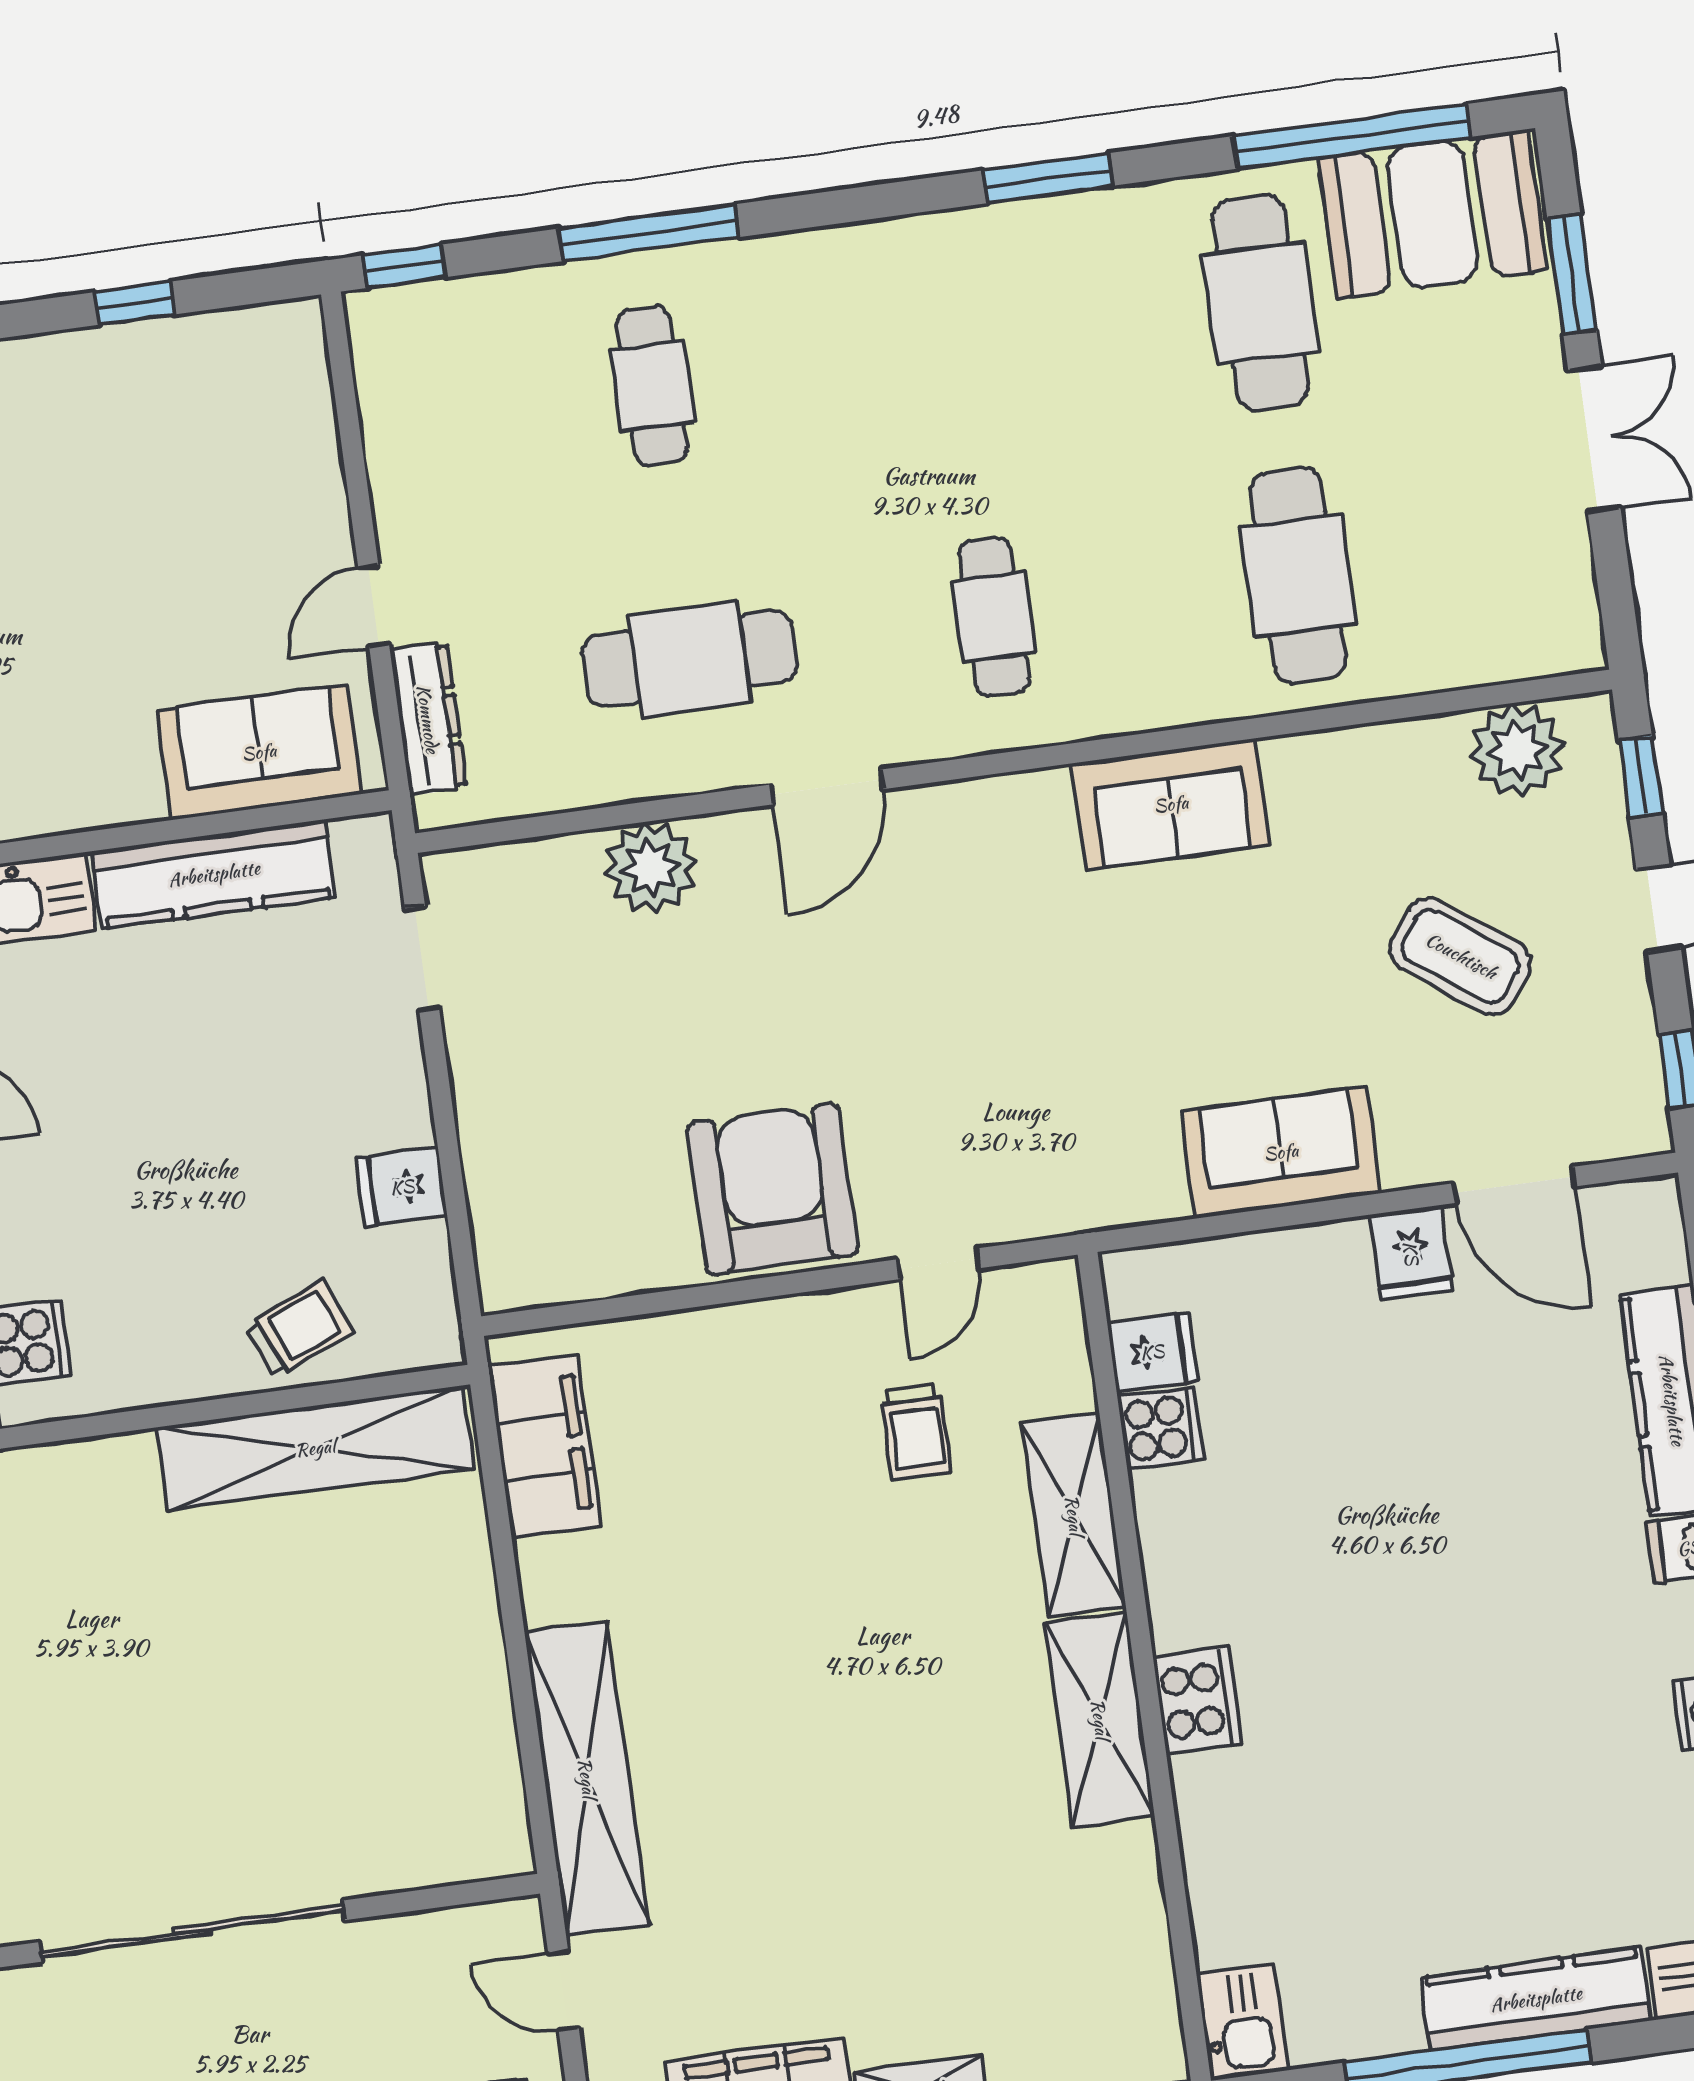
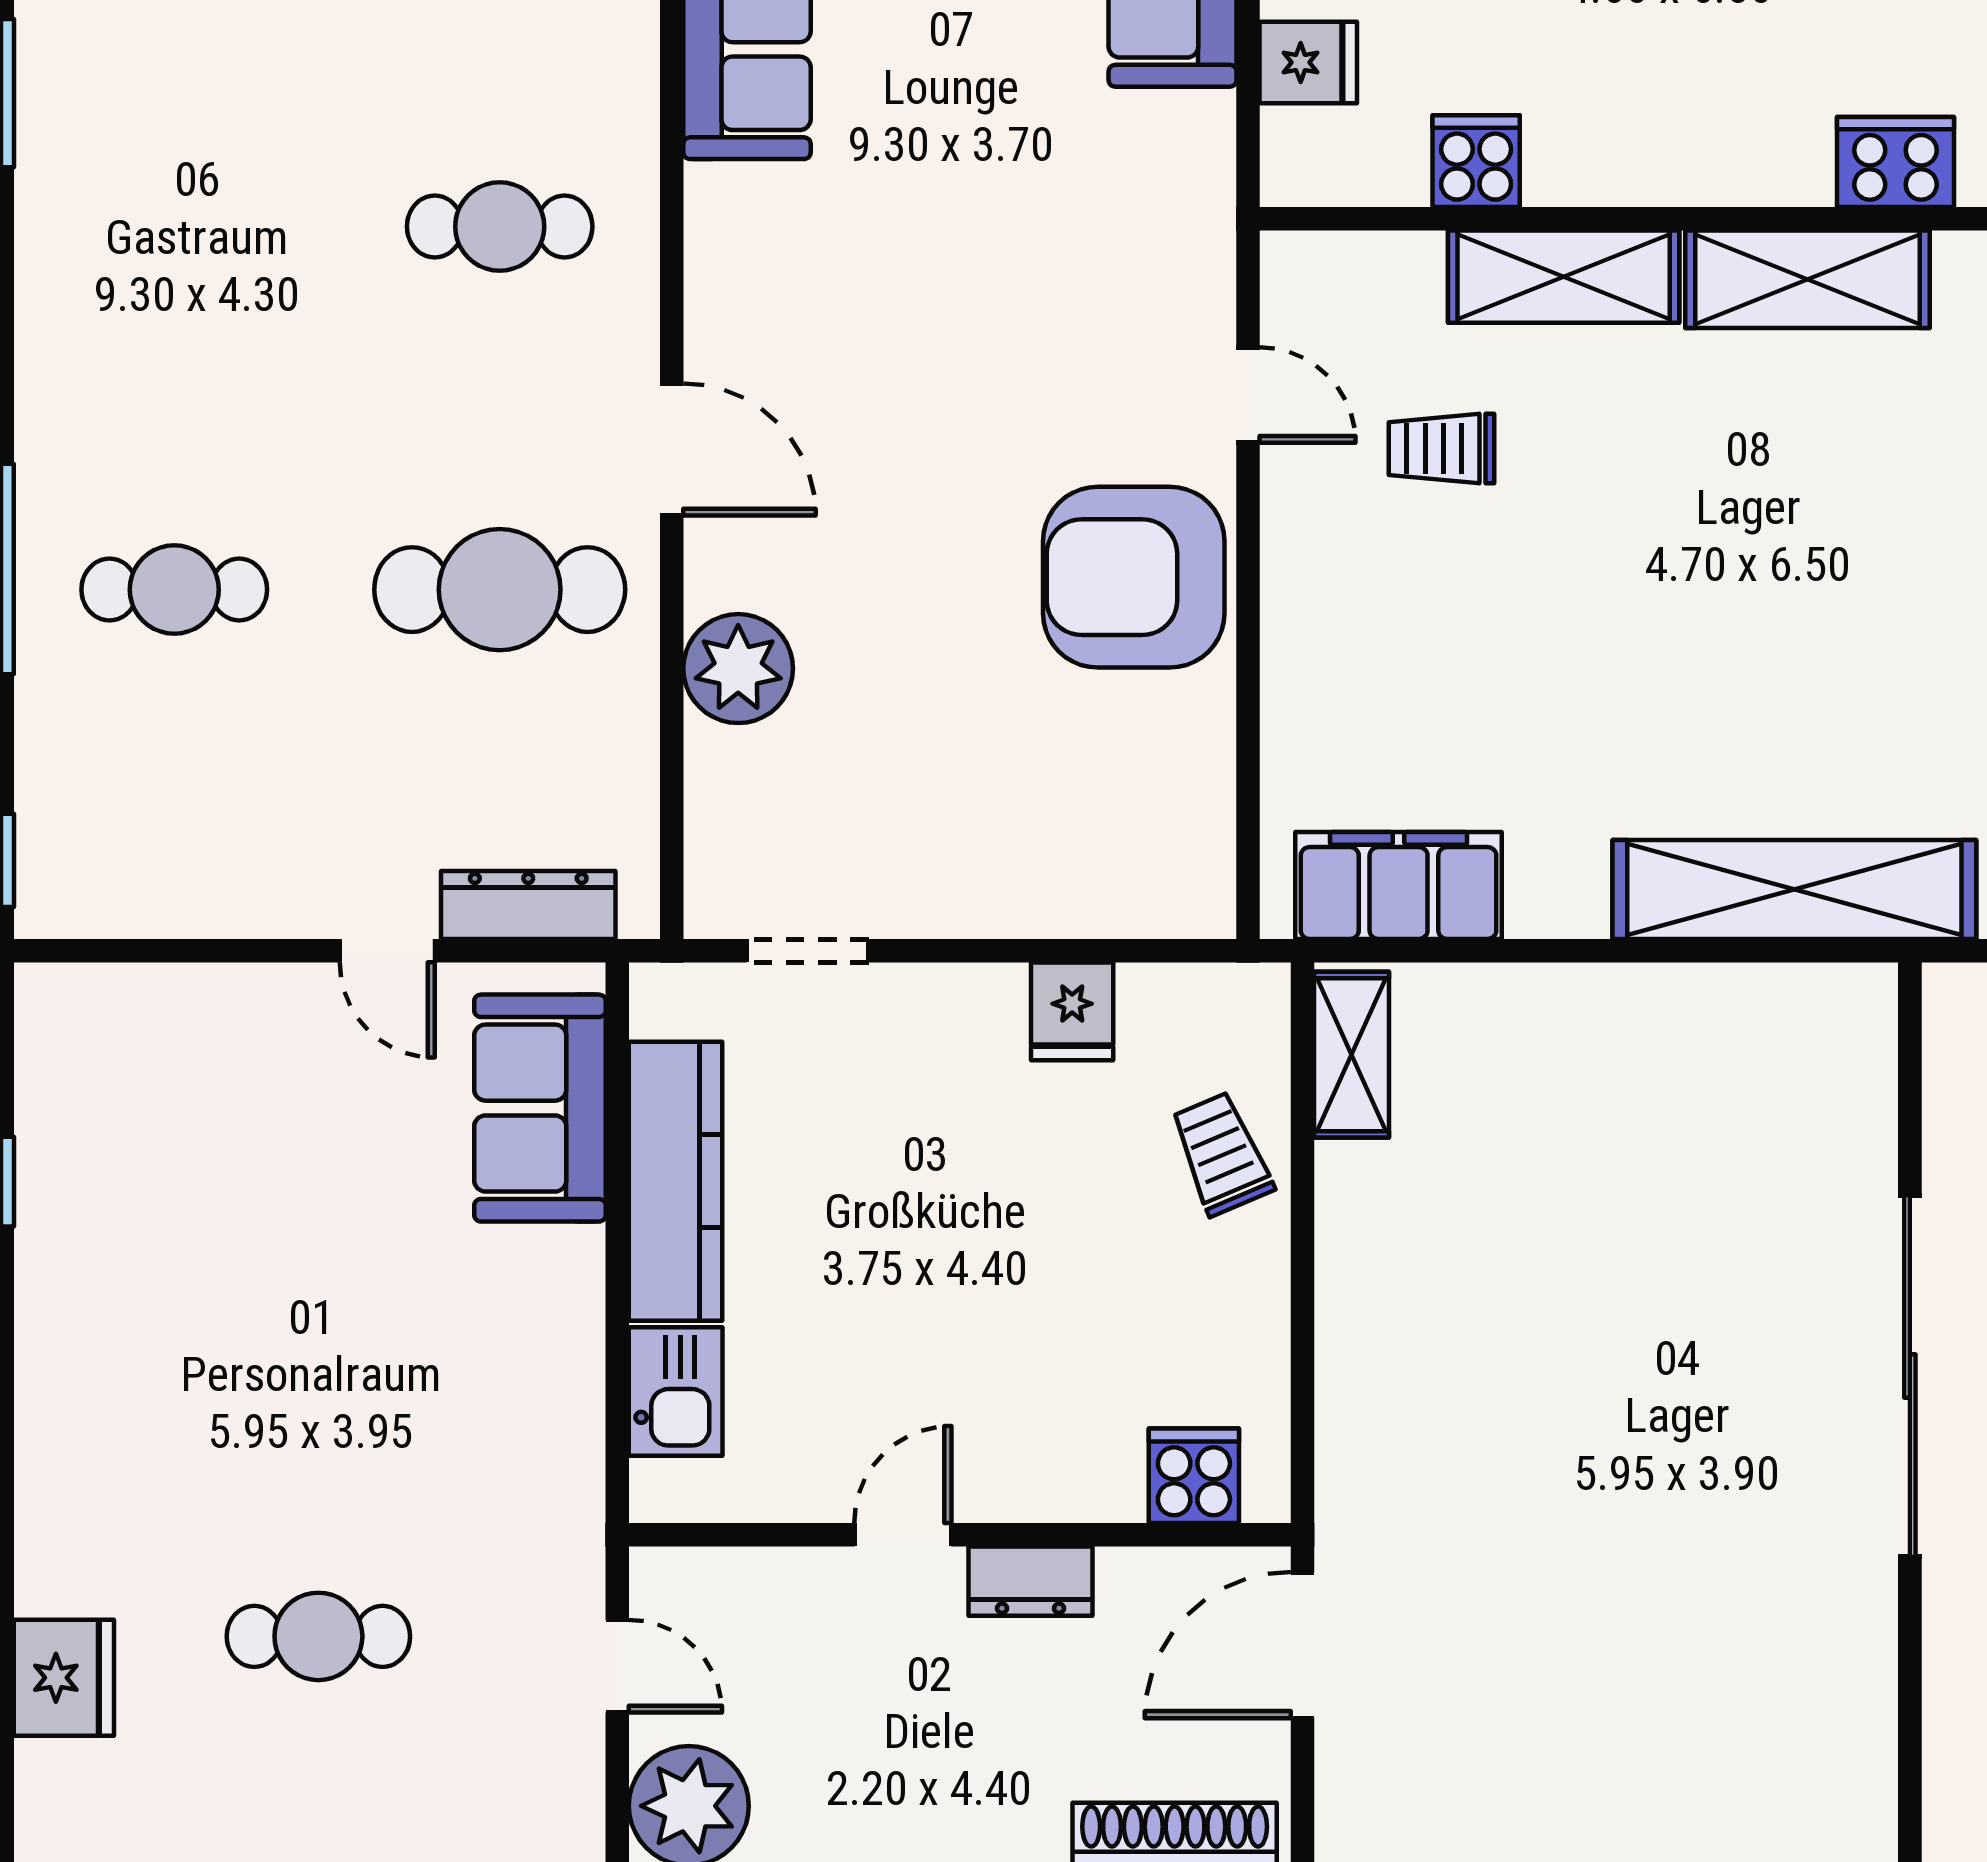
cafe table: (689, 659) -> (500, 590), turned 90
fridge: (1152, 1352) -> (1308, 62), moved, turned 90
trolley: (916, 1432) -> (1441, 449), turned 180
shelving: (315, 1448) -> (1352, 1055), width x0.45, depth x0.75
cooker: (1197, 1700) -> (1895, 162), moved

